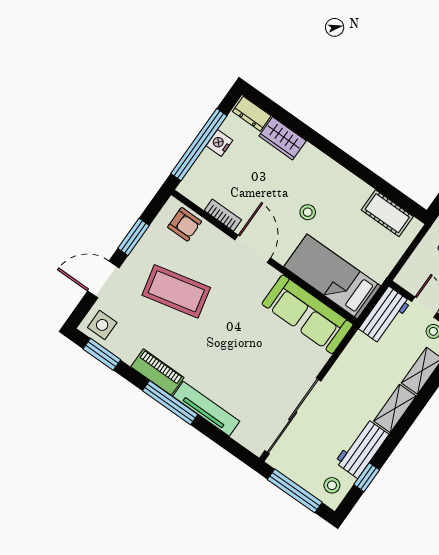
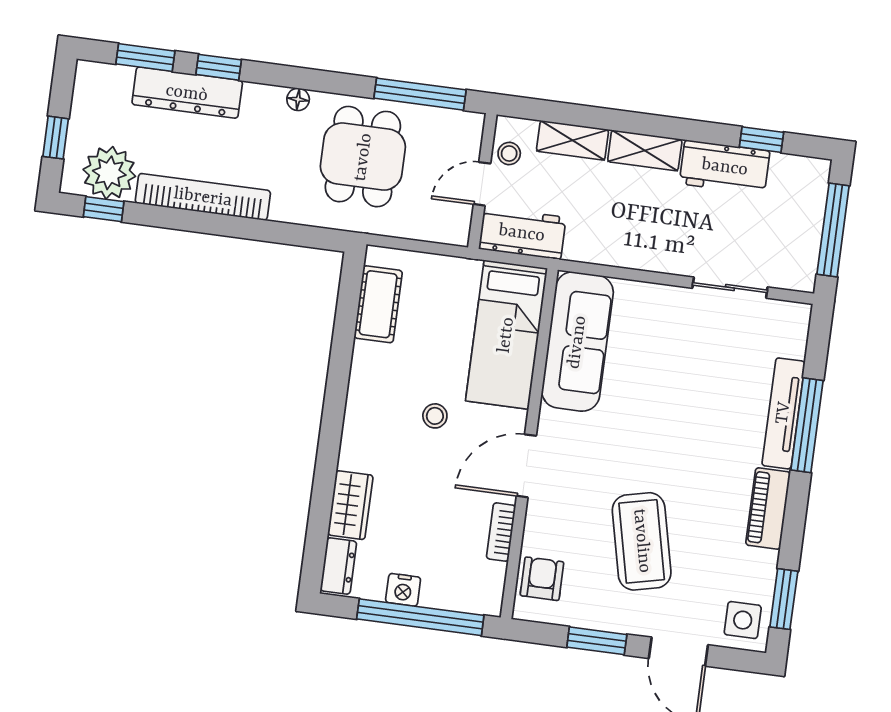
window: (170, 403) -> (807, 425), moved
sliding door: (293, 416) -> (730, 288), width x0.54
stool: (332, 485) -> (798, 182), removed

